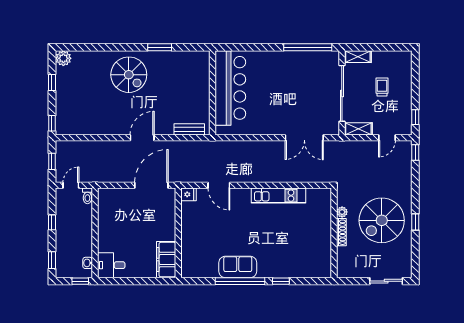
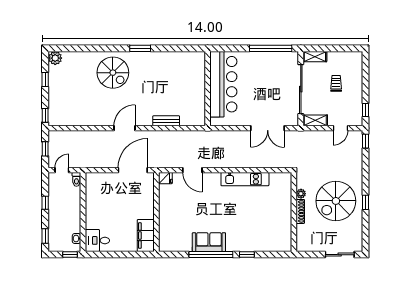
bar counter: (230, 88) -> (223, 84), moved
wall: (212, 93) -> (208, 89), moved

